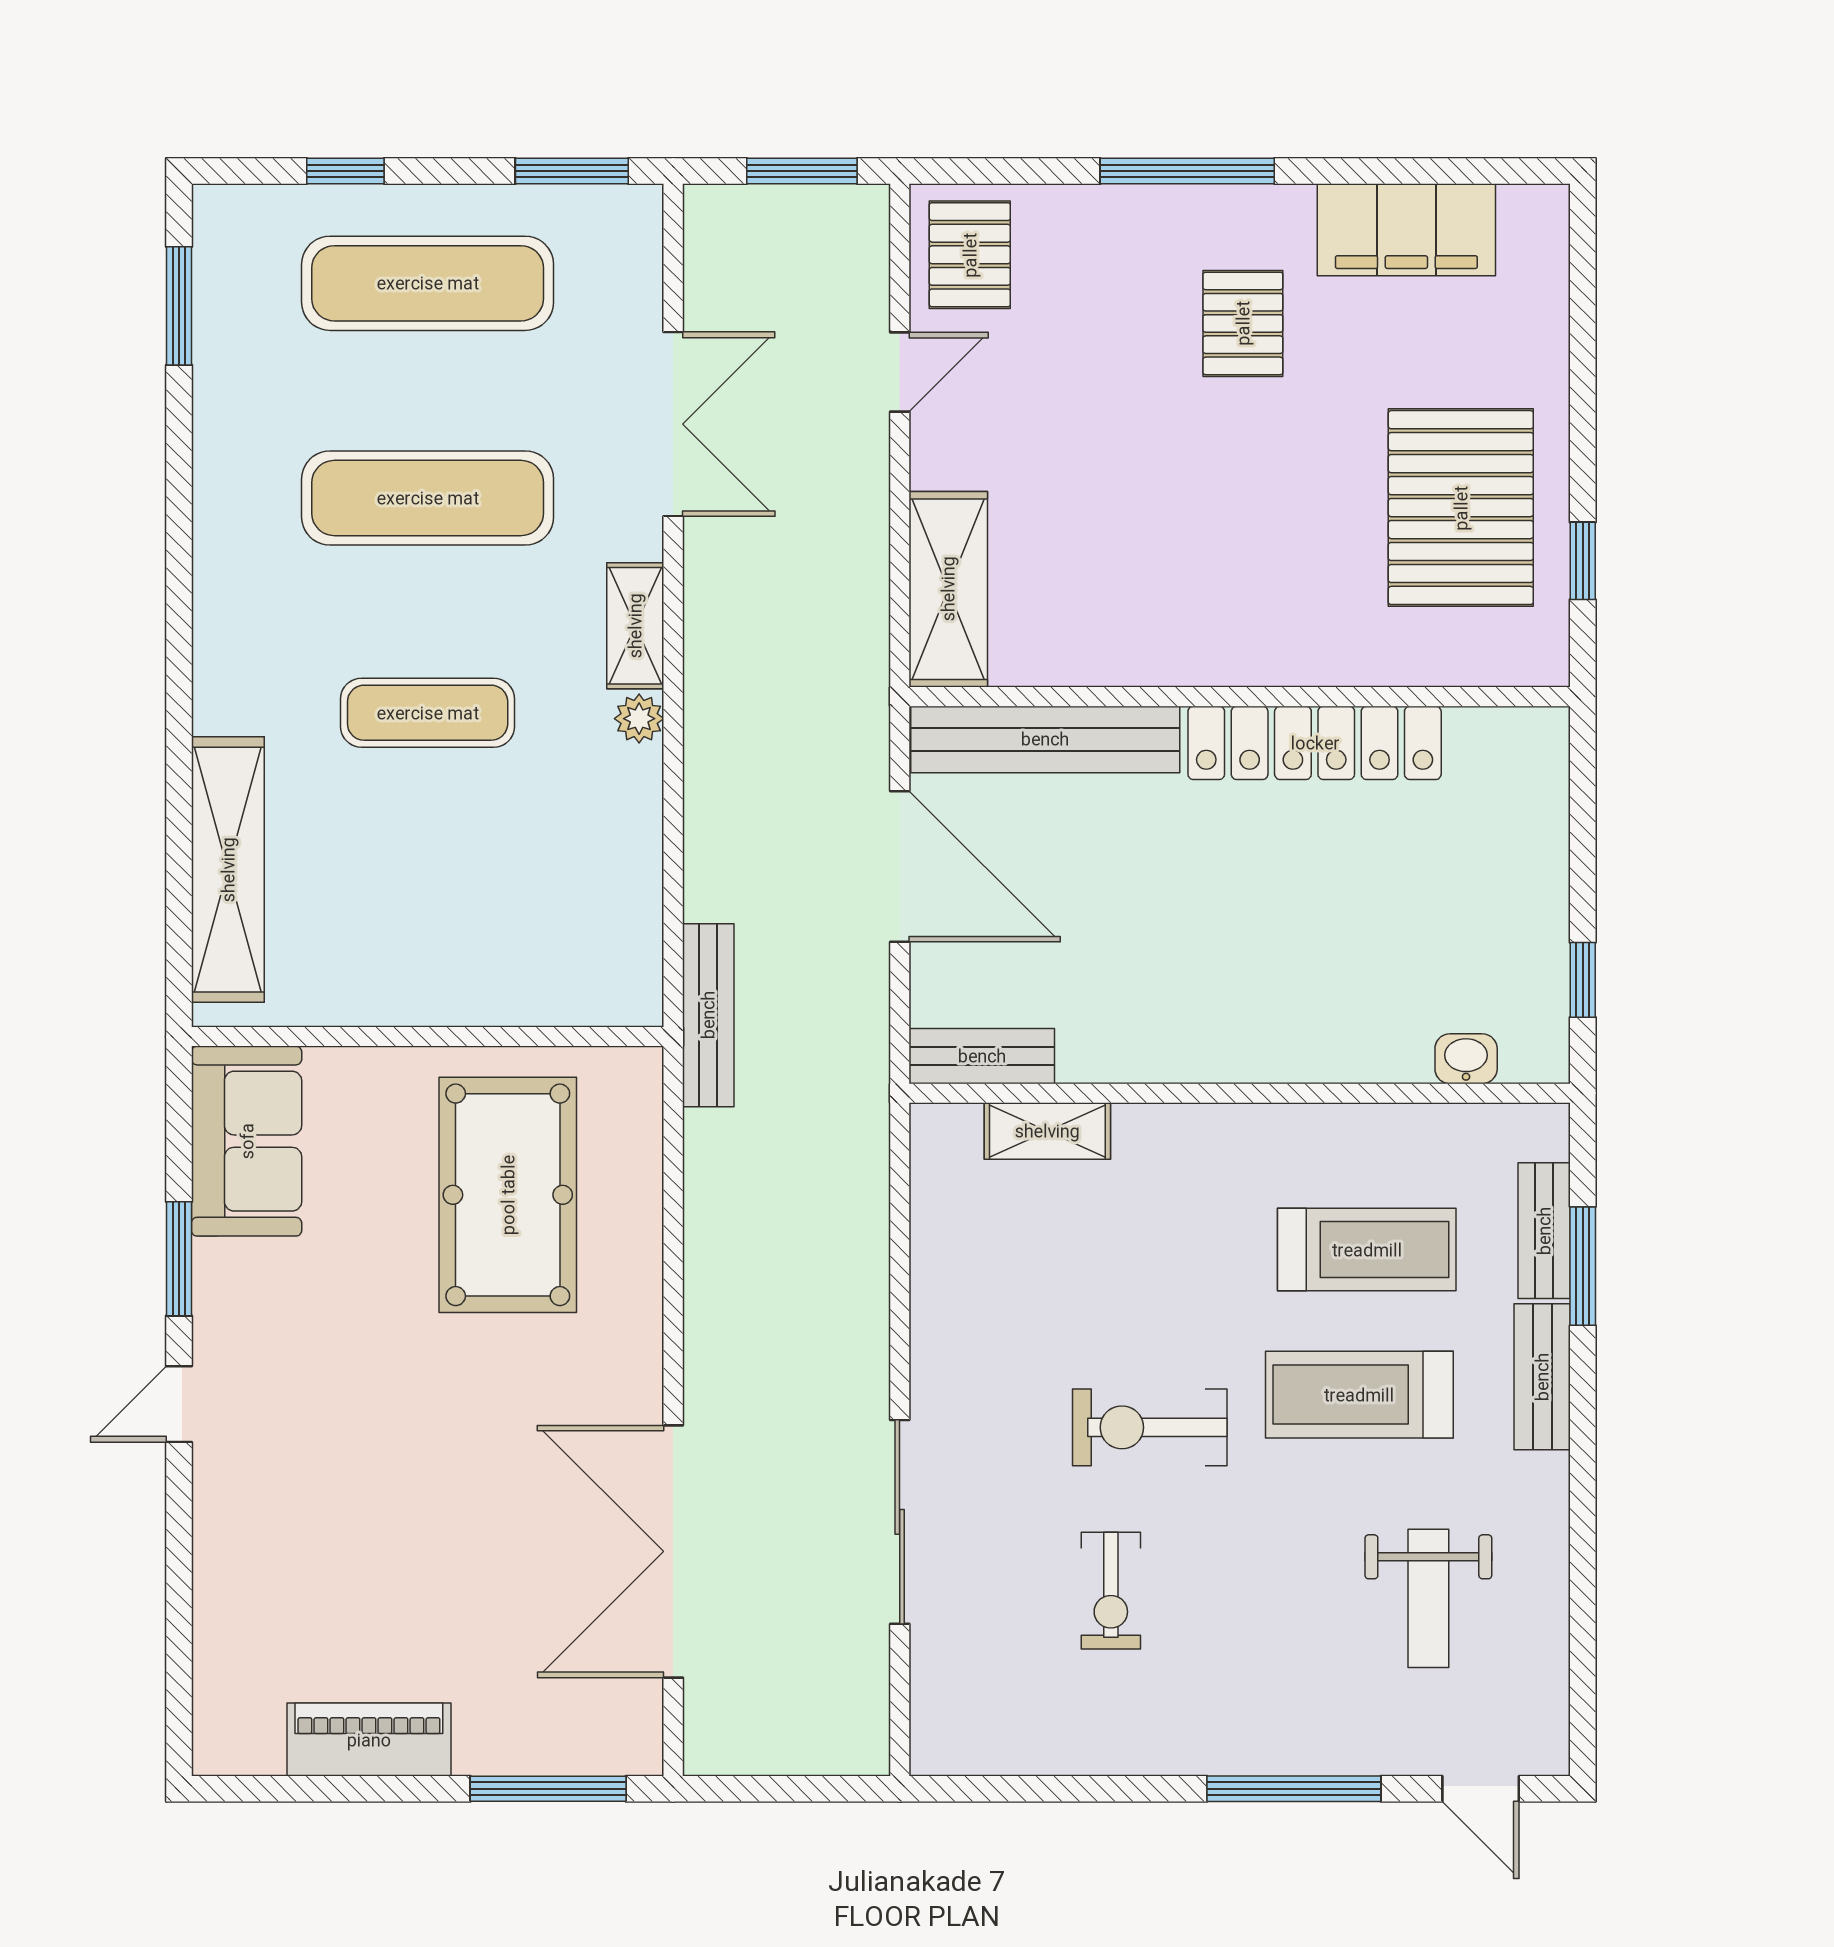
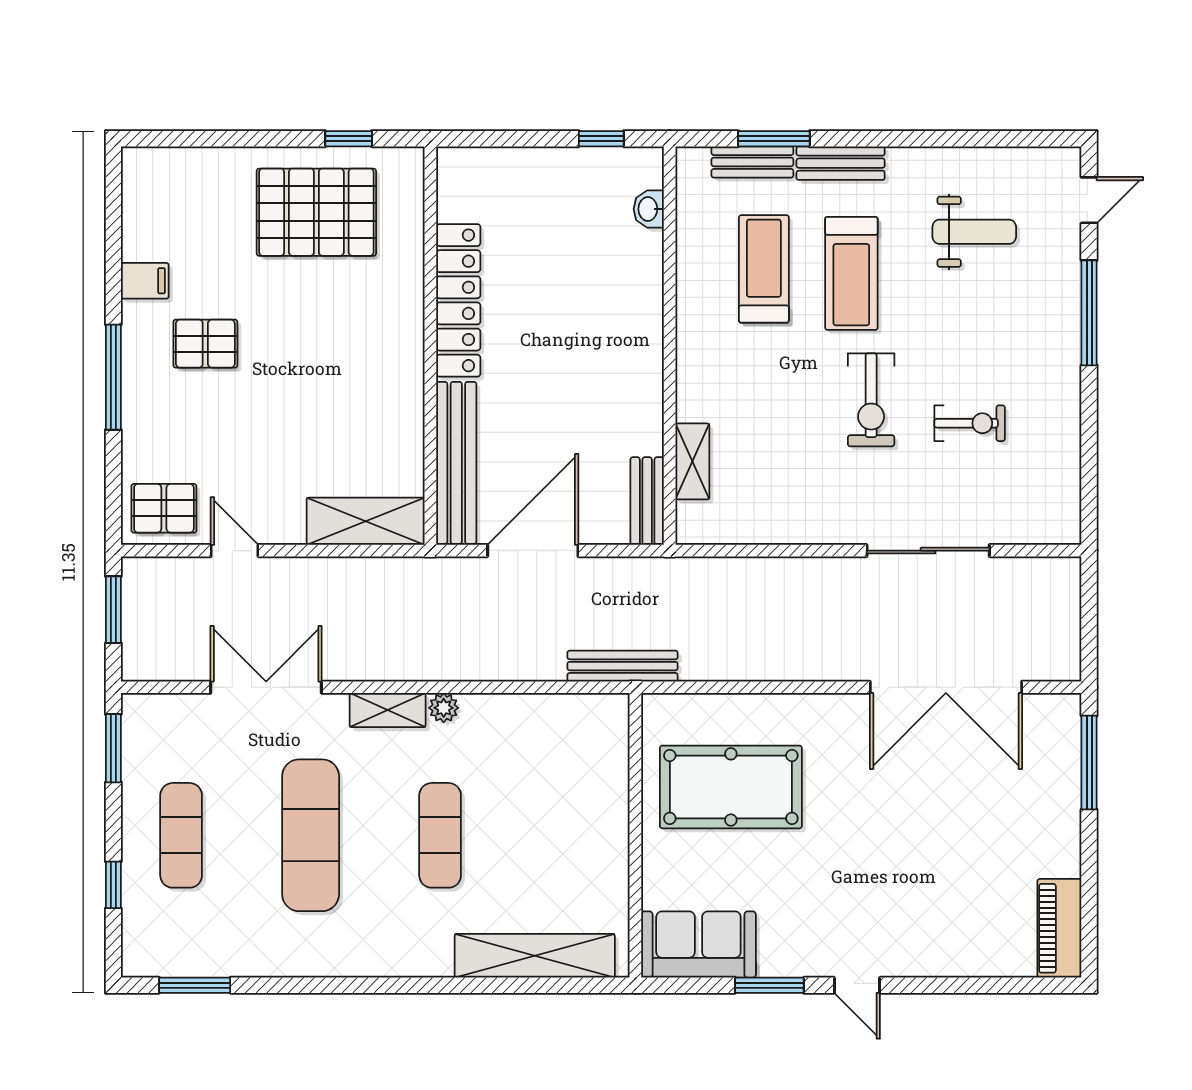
filing cabinet: (1406, 230) -> (145, 281), width x0.33, depth x0.86
exercise mat: (428, 283) -> (181, 835), width x0.73, depth x0.69
piano: (369, 1740) -> (1059, 928), moved

